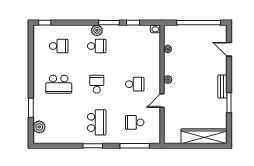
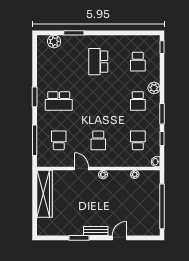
plant: (97, 30) -> (154, 88), moved
door: (229, 49) -> (120, 238), moved
school desk: (97, 84) -> (138, 140), moved, turned -90
wardrobe: (204, 136) -> (44, 194), moved

